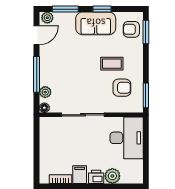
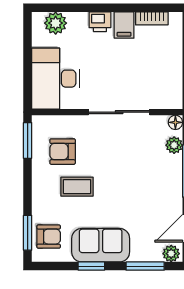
plant: (112, 176) -> (56, 23), moved

